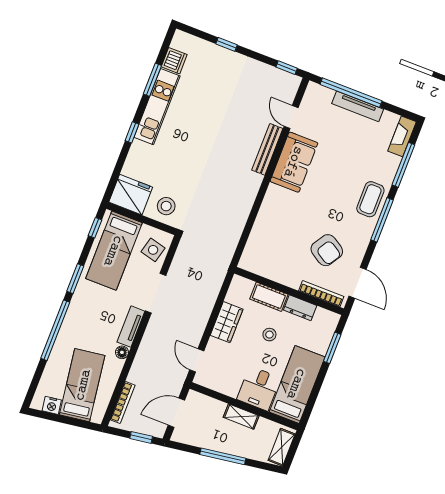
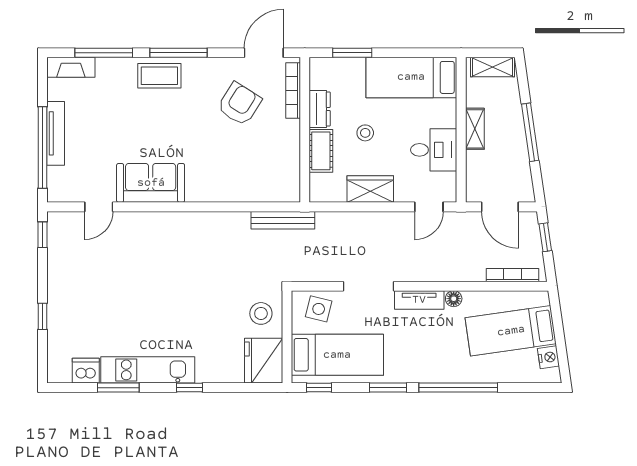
bench: (267, 149) -> (283, 220), moved
desk: (259, 388) -> (434, 150), moved

